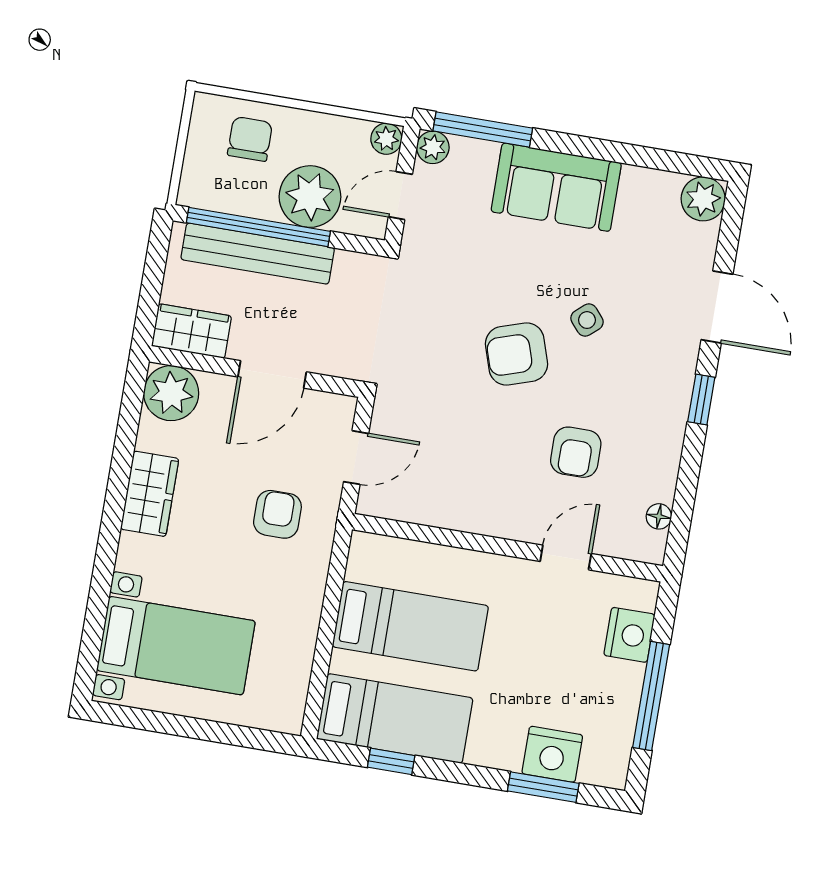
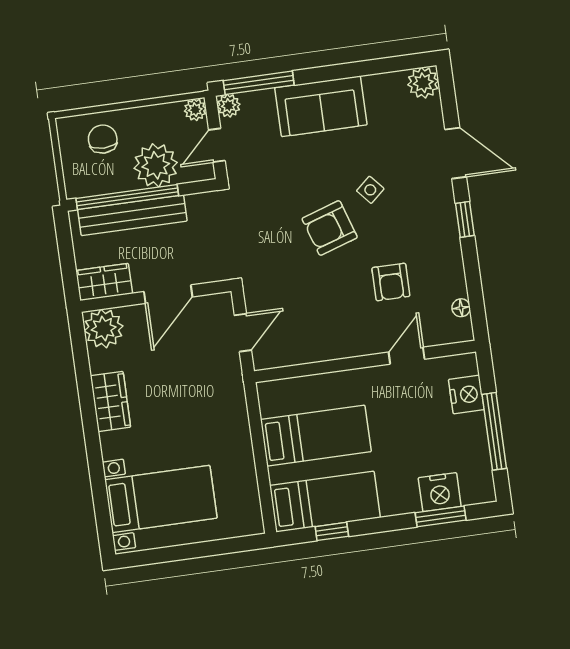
armchair: (277, 514) -> (202, 388), removed

